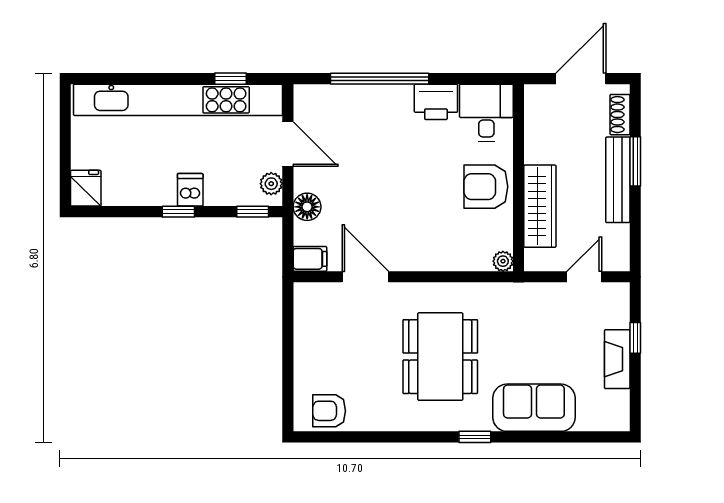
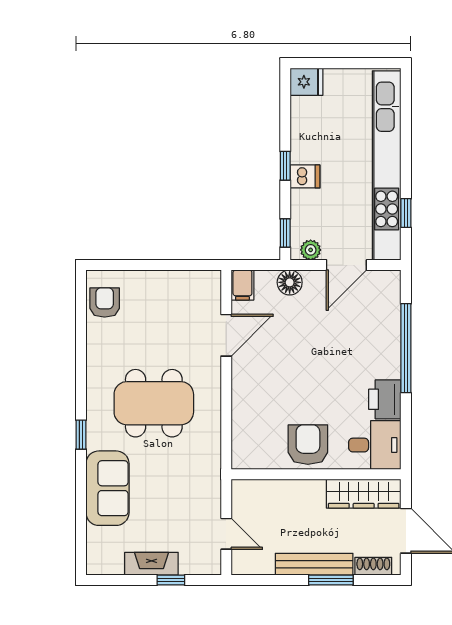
wardrobe: (540, 206) -> (364, 494), moved
plant: (503, 261) -> (240, 460), removed

